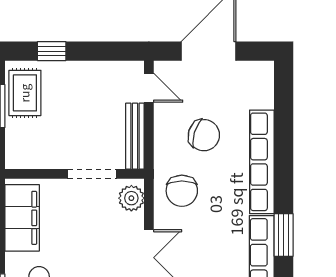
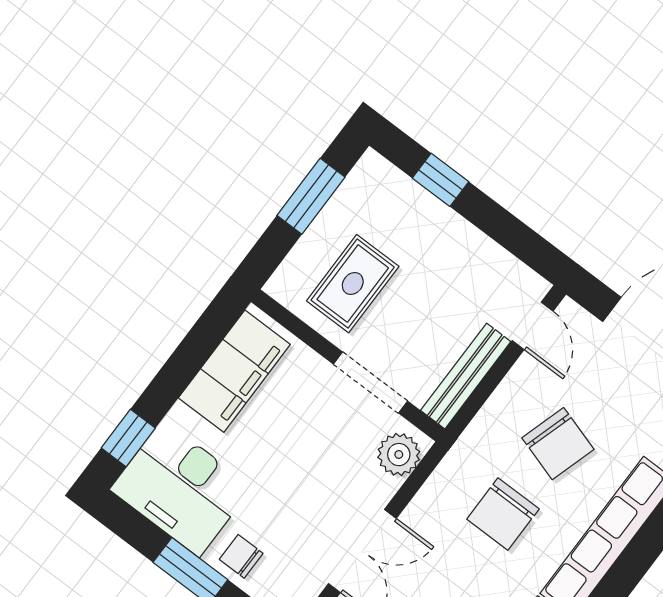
rug: (25, 93) -> (353, 284), moved
chair: (182, 191) -> (503, 514), moved

